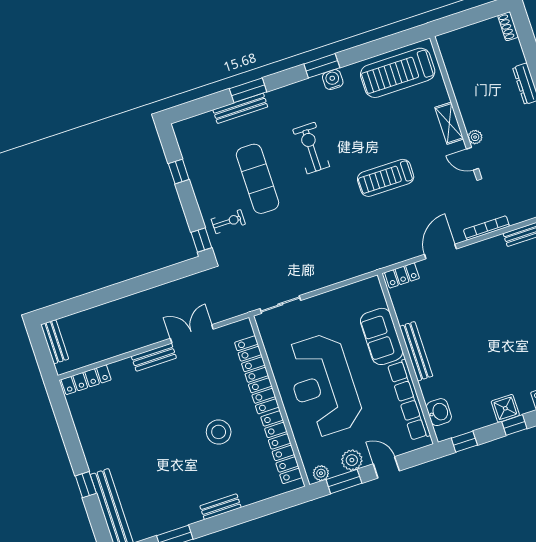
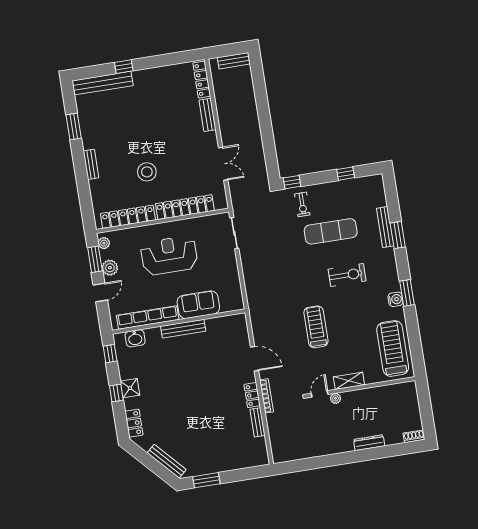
locker: (402, 275) -> (252, 395), moved
bench: (154, 357) -> (208, 115), moved
reception desk: (323, 385) -> (169, 255), width x0.74, depth x0.77

